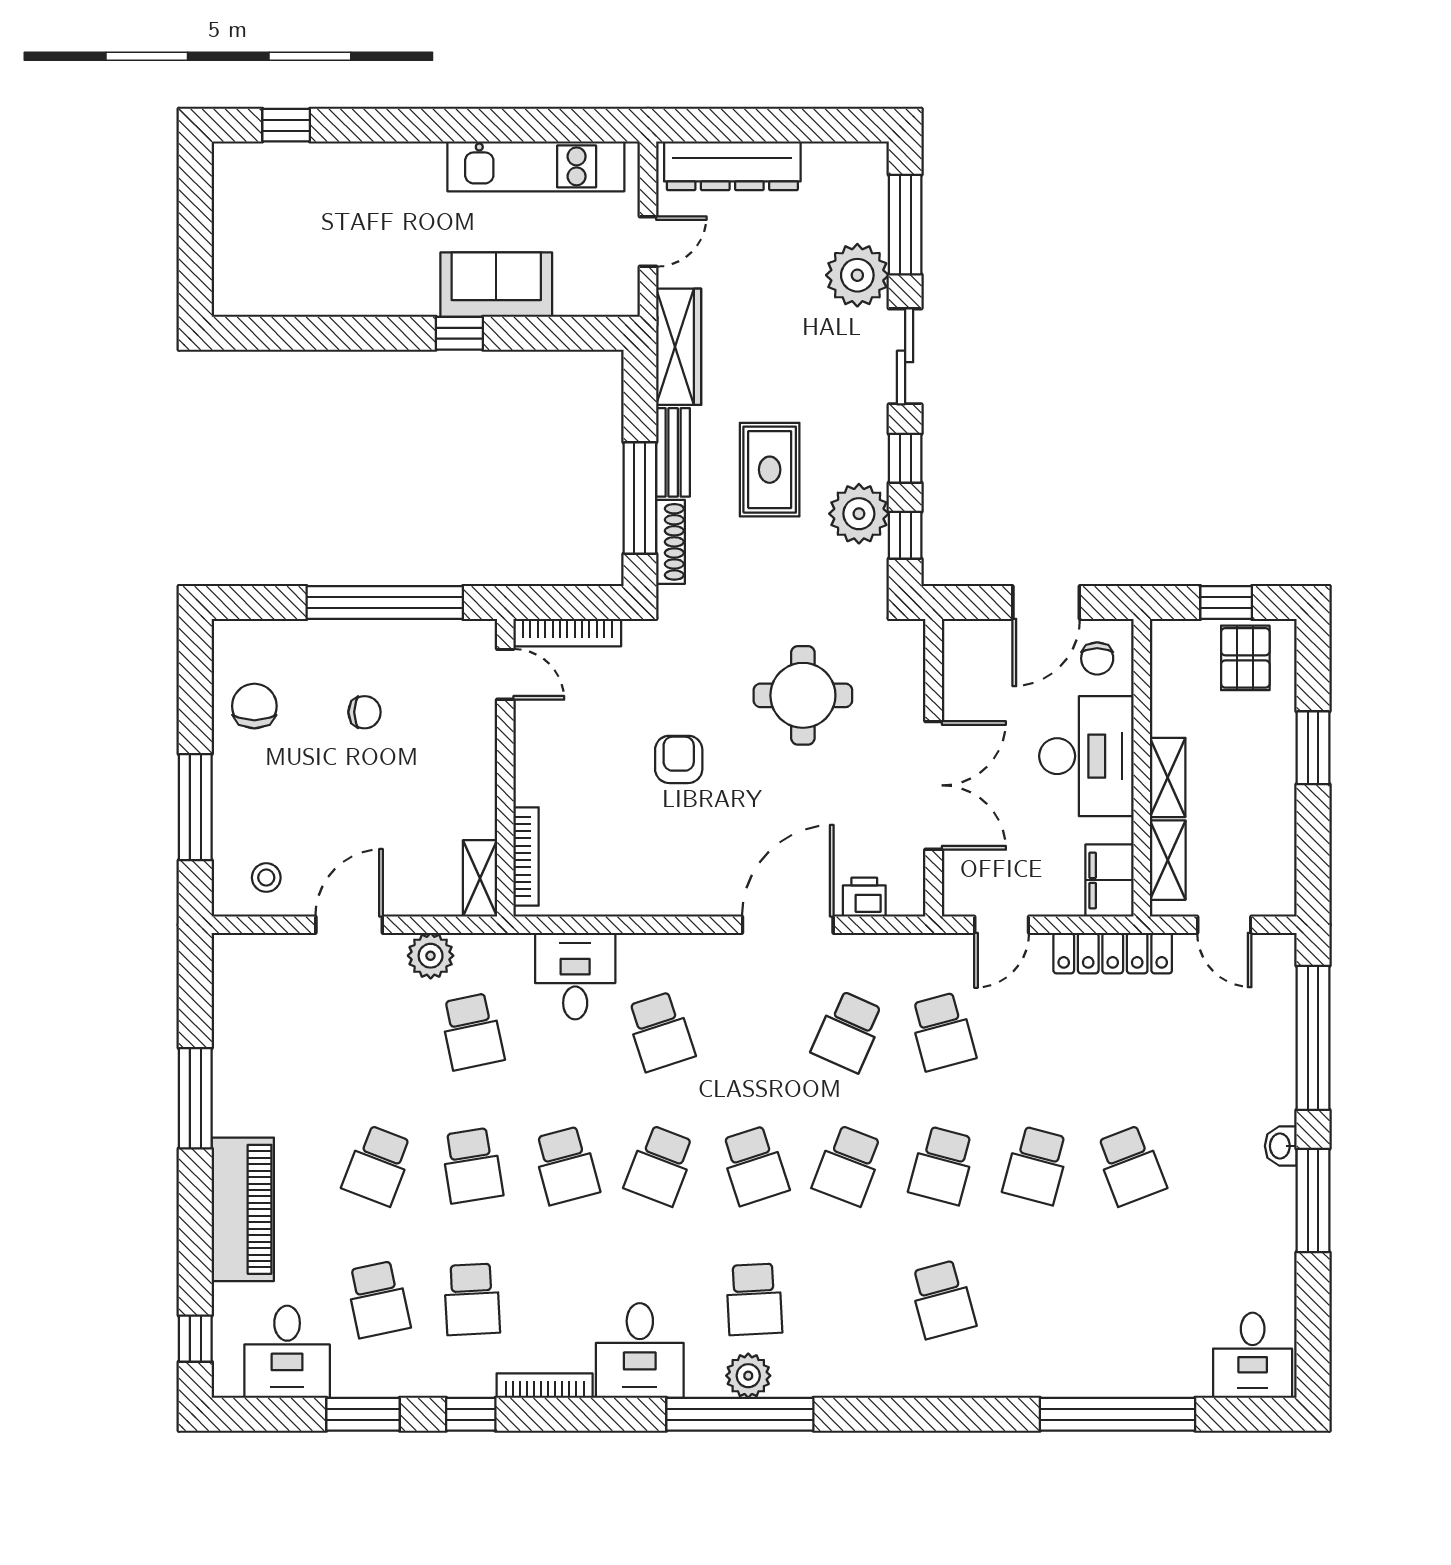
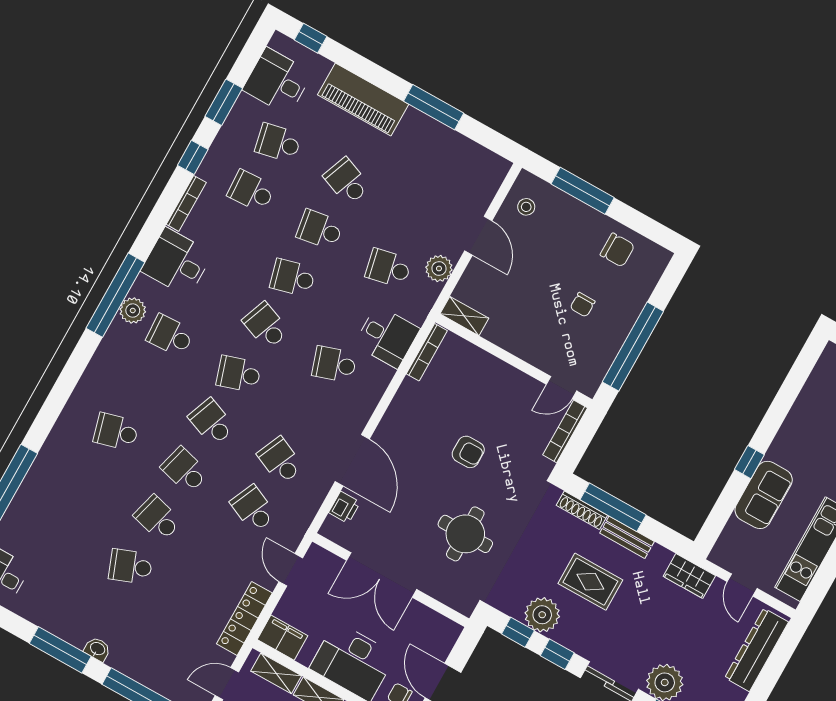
wardrobe: (679, 347) -> (689, 576), width x0.67
bookcase: (526, 857) -> (427, 352), moved, turned -90
school desk: (942, 1031) -> (253, 509), turned 39

